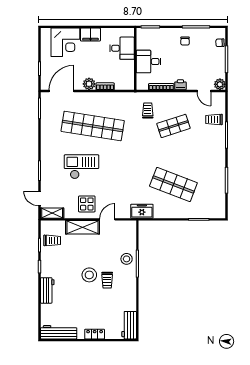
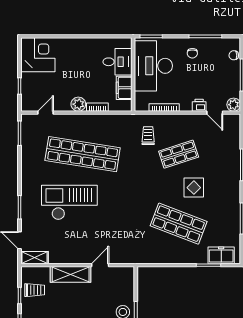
filing cabinet: (90, 35) -> (124, 88), moved, turned 90
corner desk: (65, 42) -> (38, 55), moved, turned -90
desk: (149, 62) -> (153, 66), width x1.87, depth x1.30
printer: (180, 85) -> (199, 105), moved
door: (61, 91) -> (46, 113), width x0.53
trolley: (214, 119) -> (227, 146), removed
checkout: (82, 167) -> (69, 202), width x1.36, depth x1.21
display table: (87, 204) -> (194, 188), moved
freezer: (142, 211) -> (221, 255), moved

